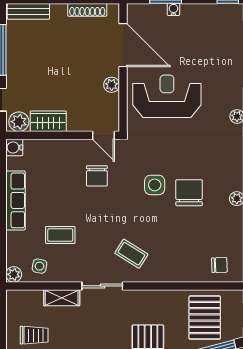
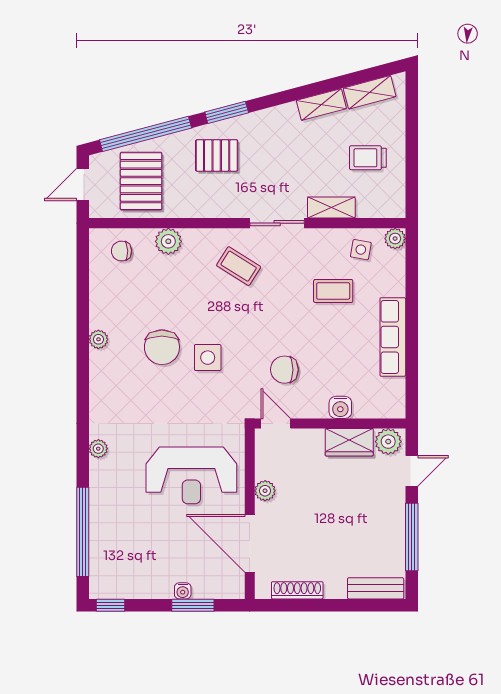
water cooler: (14, 147) -> (340, 407), moved, turned 90
chair: (97, 176) -> (284, 370), turned -90
plant: (184, 272) -> (168, 241), added

